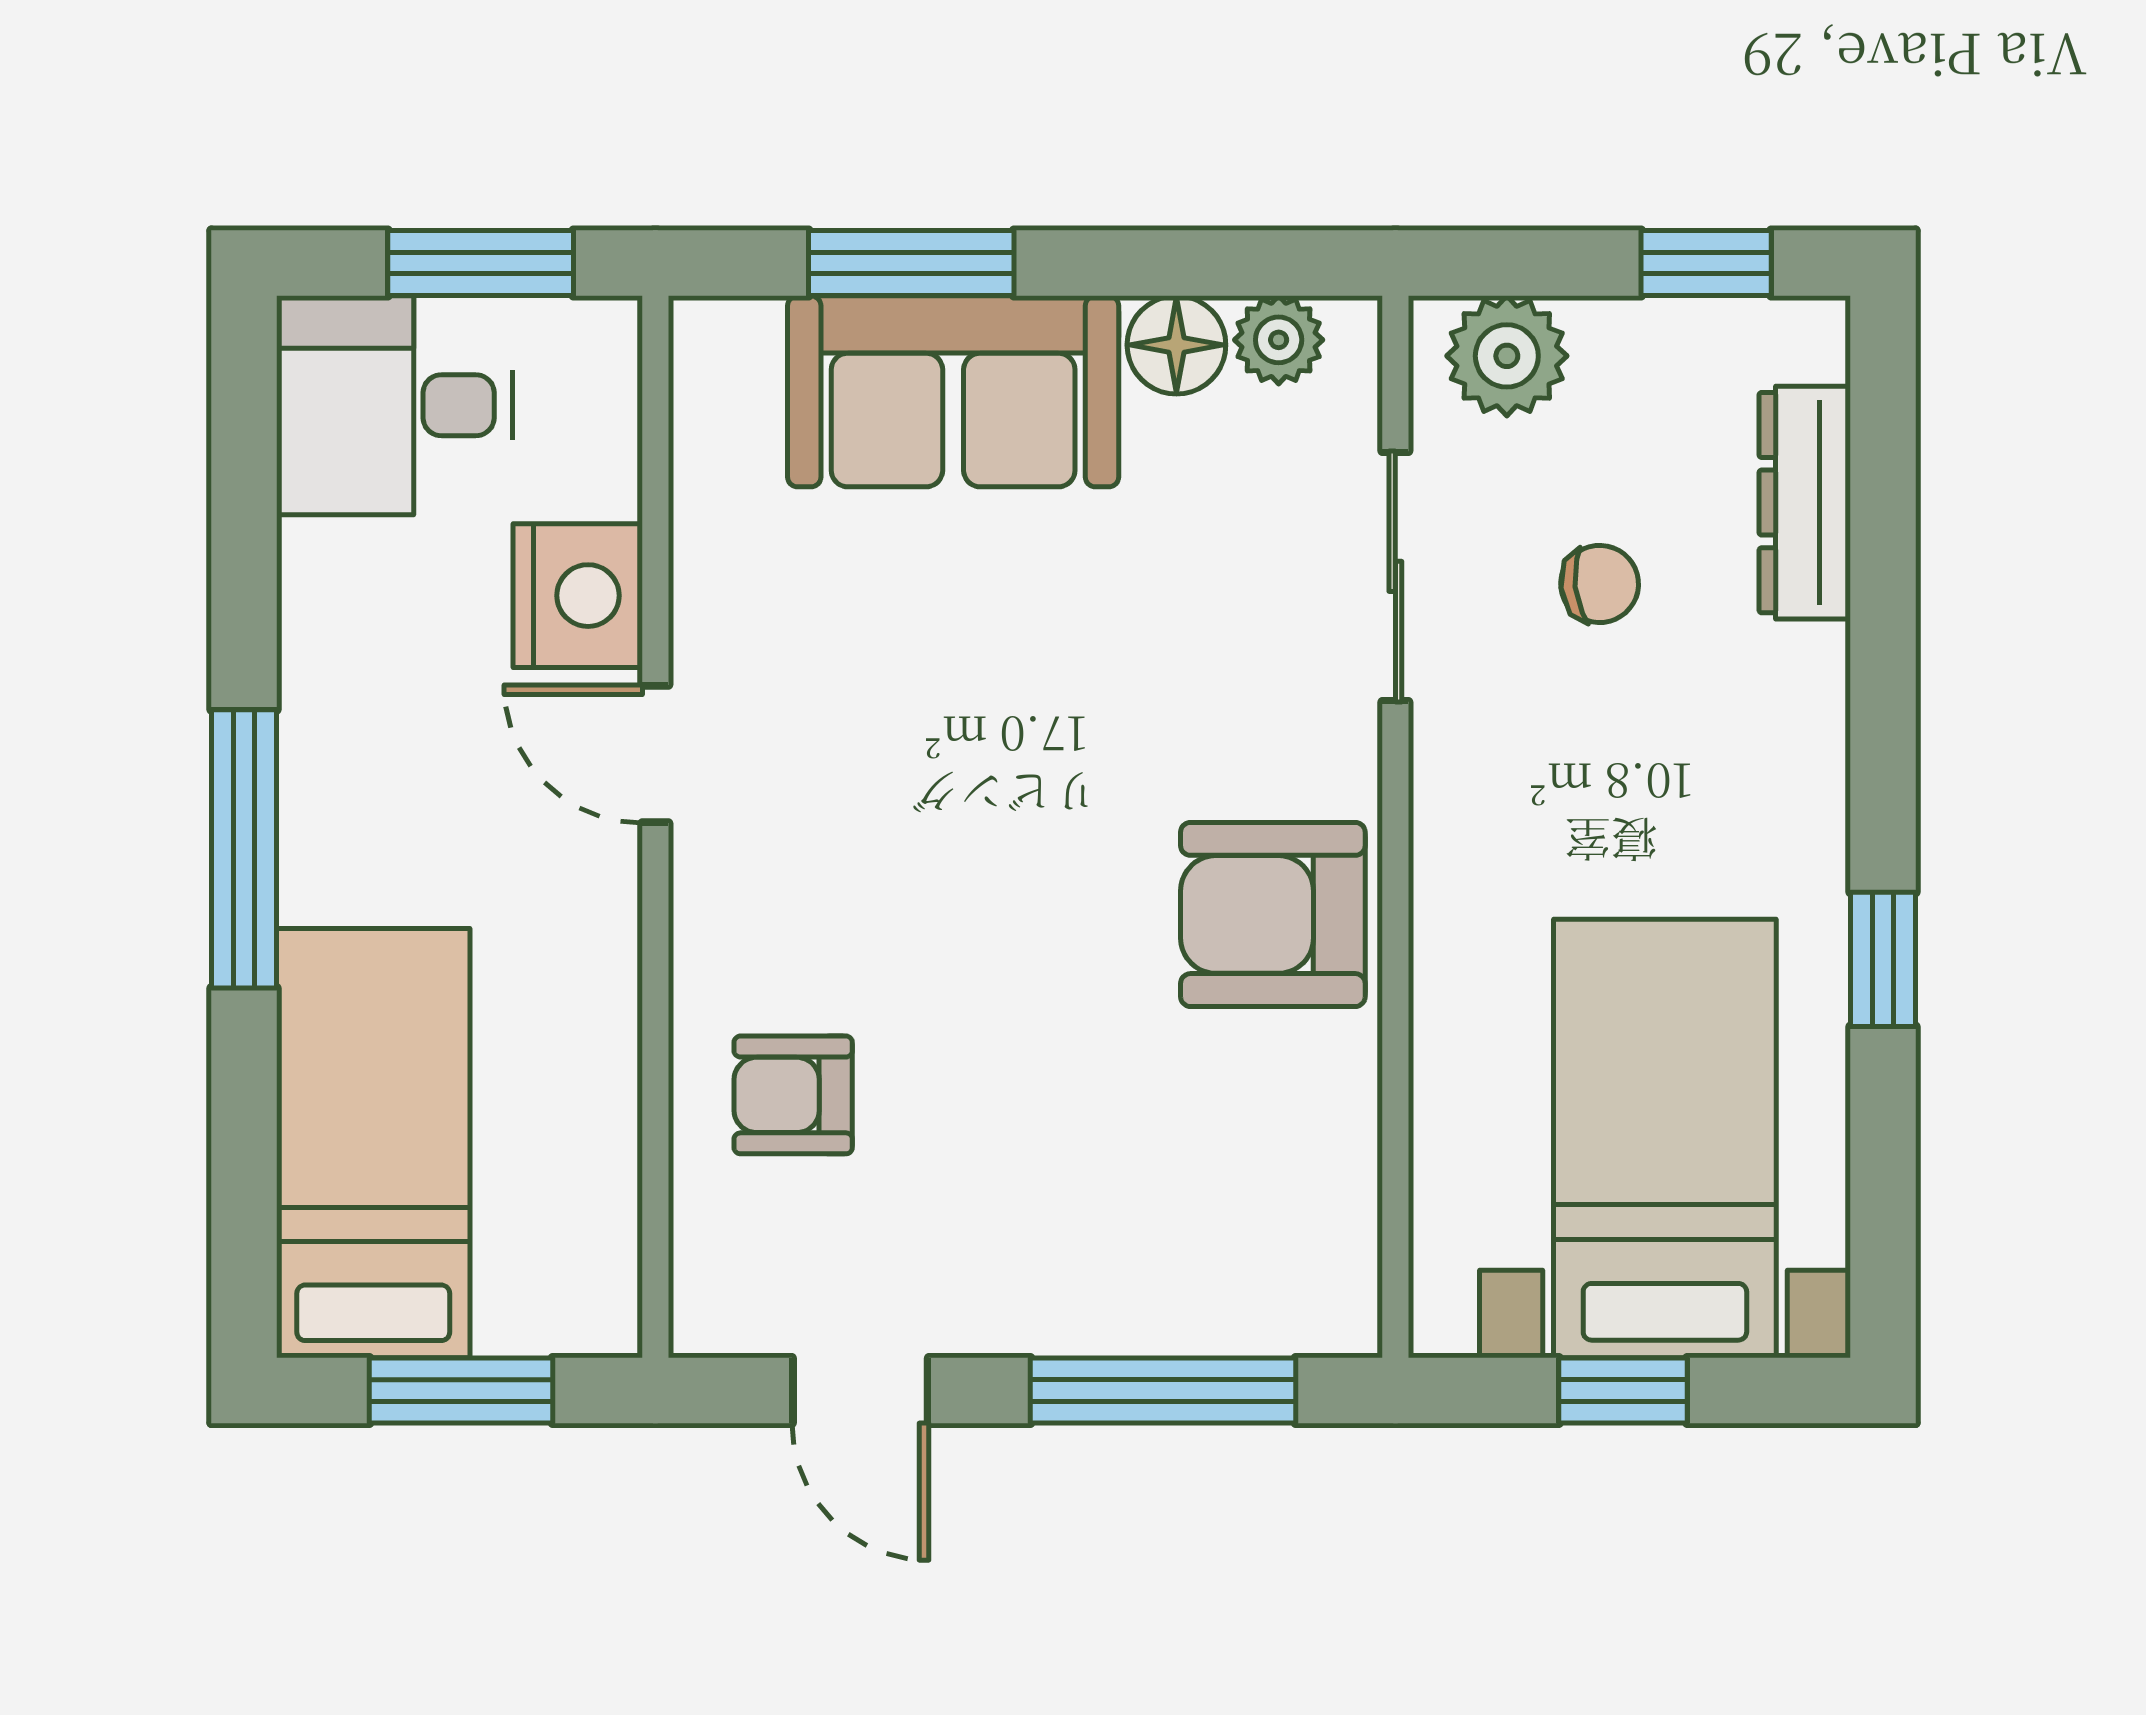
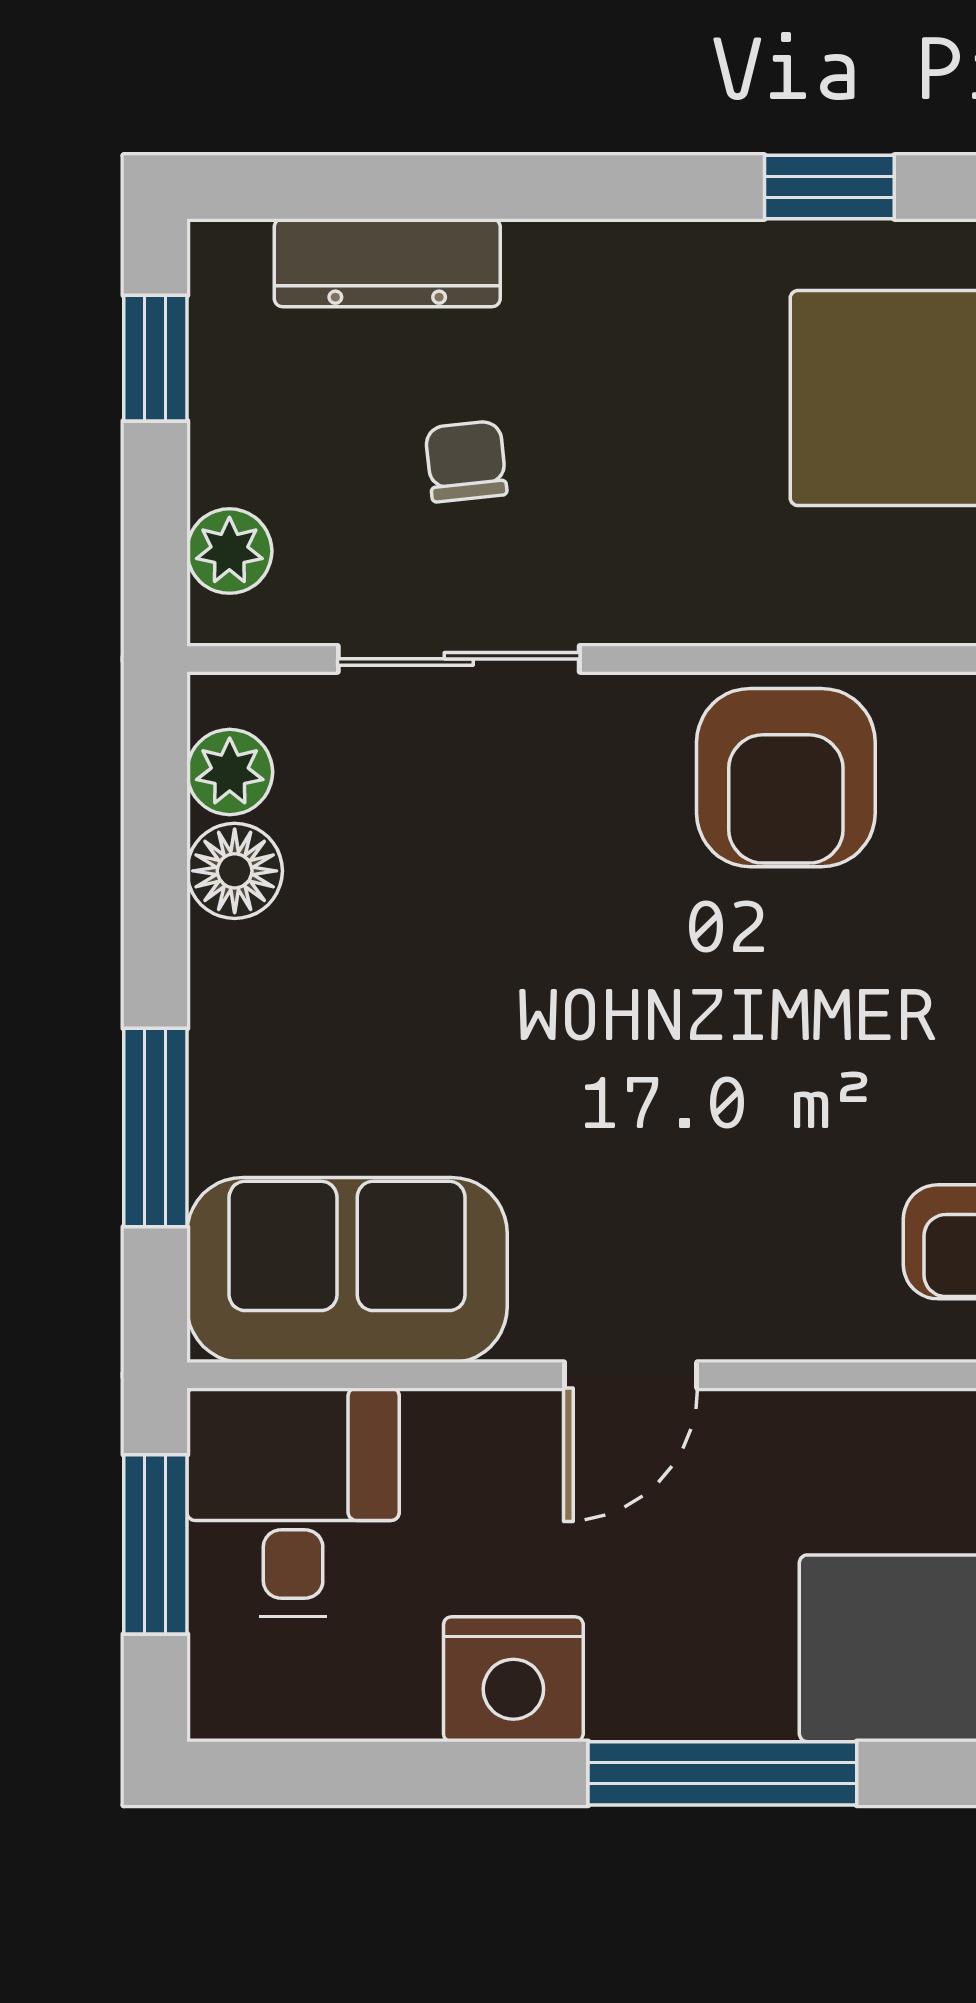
plant: (1507, 356) -> (229, 551), width x0.73, depth x0.73
sofa: (953, 391) -> (347, 1270), moved, turned -90
desk: (395, 405) -> (293, 1502), moved, turned 180
nightstand: (578, 596) -> (513, 1679), moved, turned 180

